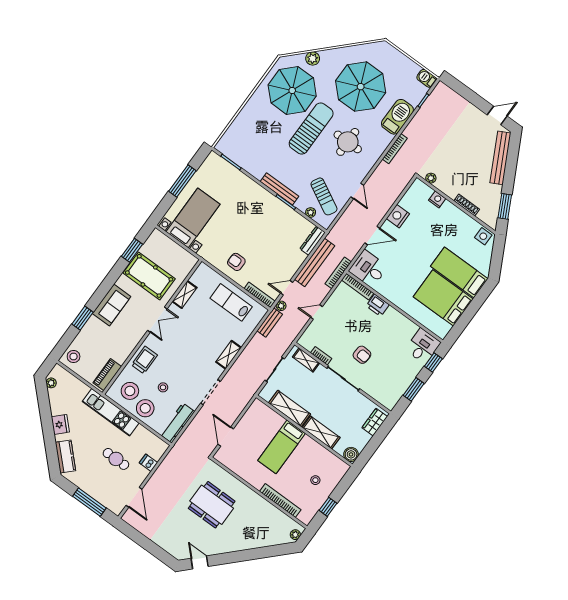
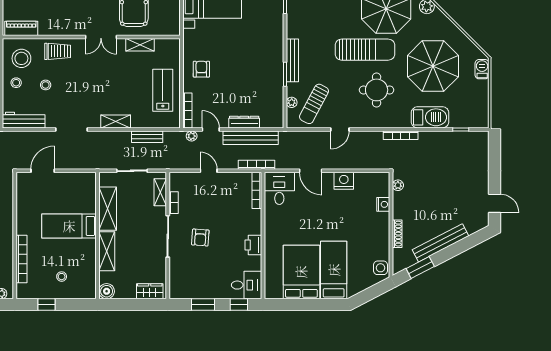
barbecue: (427, 78) -> (482, 69), moved
bench: (500, 158) -> (440, 243), moved
dresser: (313, 241) -> (244, 122), moved
printer: (378, 305) -> (253, 245), moved
bench: (270, 323) -> (147, 137), moved
stool: (145, 408) -> (16, 83), width x0.53, depth x0.53

